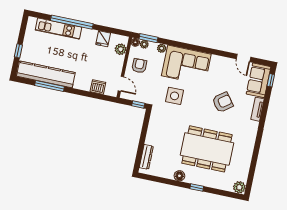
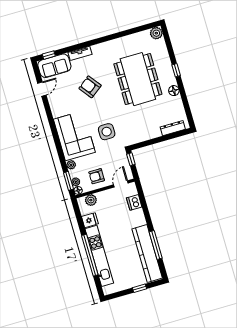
kitchen unit: (59, 29) -> (99, 256), width x1.36

